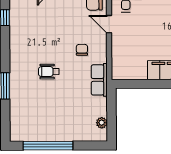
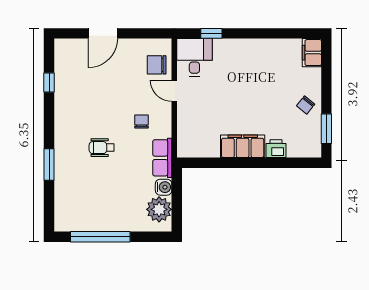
water cooler: (100, 104) -> (164, 187), added
plant: (102, 123) -> (159, 209), width x1.88, depth x1.88

